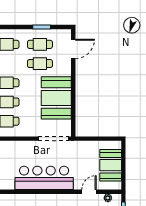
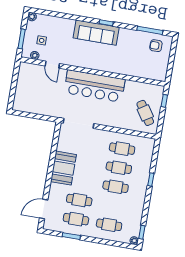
booth: (56, 98) -> (63, 168), width x0.73, depth x0.70
booth: (111, 165) -> (26, 87), removed
door: (89, 192) -> (52, 65), hinge flipped

